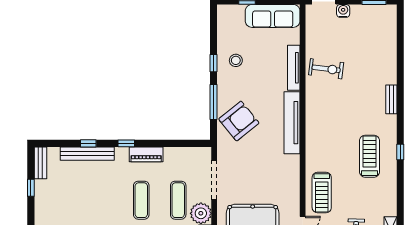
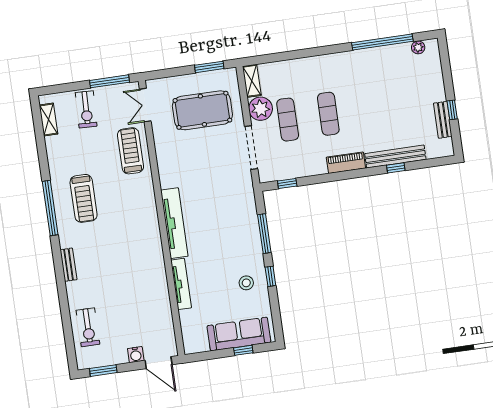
sofa: (273, 16) -> (239, 334), moved
exercise bike: (326, 69) -> (88, 327), moved, turned -97
armchair: (239, 121) -> (233, 217), removed
window: (126, 143) -> (287, 184), moved
window: (400, 152) -> (50, 208), width x3.17
piano: (146, 154) -> (346, 163), moved
bench: (40, 163) -> (443, 120), moved

